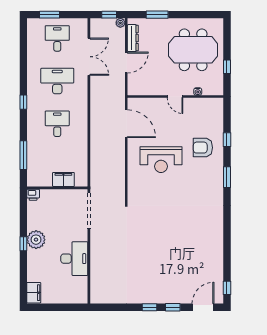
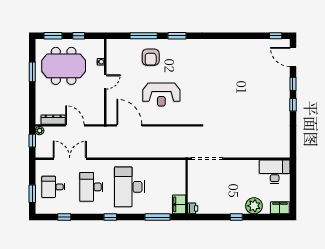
window: (157, 15) -> (32, 72), moved
window: (227, 38) -> (53, 36), added
window: (23, 50) -> (64, 217), added
meeting table: (193, 50) -> (64, 66), turned 90
desk: (57, 124) -> (129, 187), width x1.87, depth x1.30
door: (126, 124) -> (129, 125), hinge flipped
window: (227, 140) -> (144, 36), width x2.17
reception desk: (161, 160) -> (161, 94), turned 90
filing cabinet: (63, 179) -> (179, 204), moved
plant: (36, 240) -> (254, 206), moved
desk: (74, 259) -> (275, 172), moved

